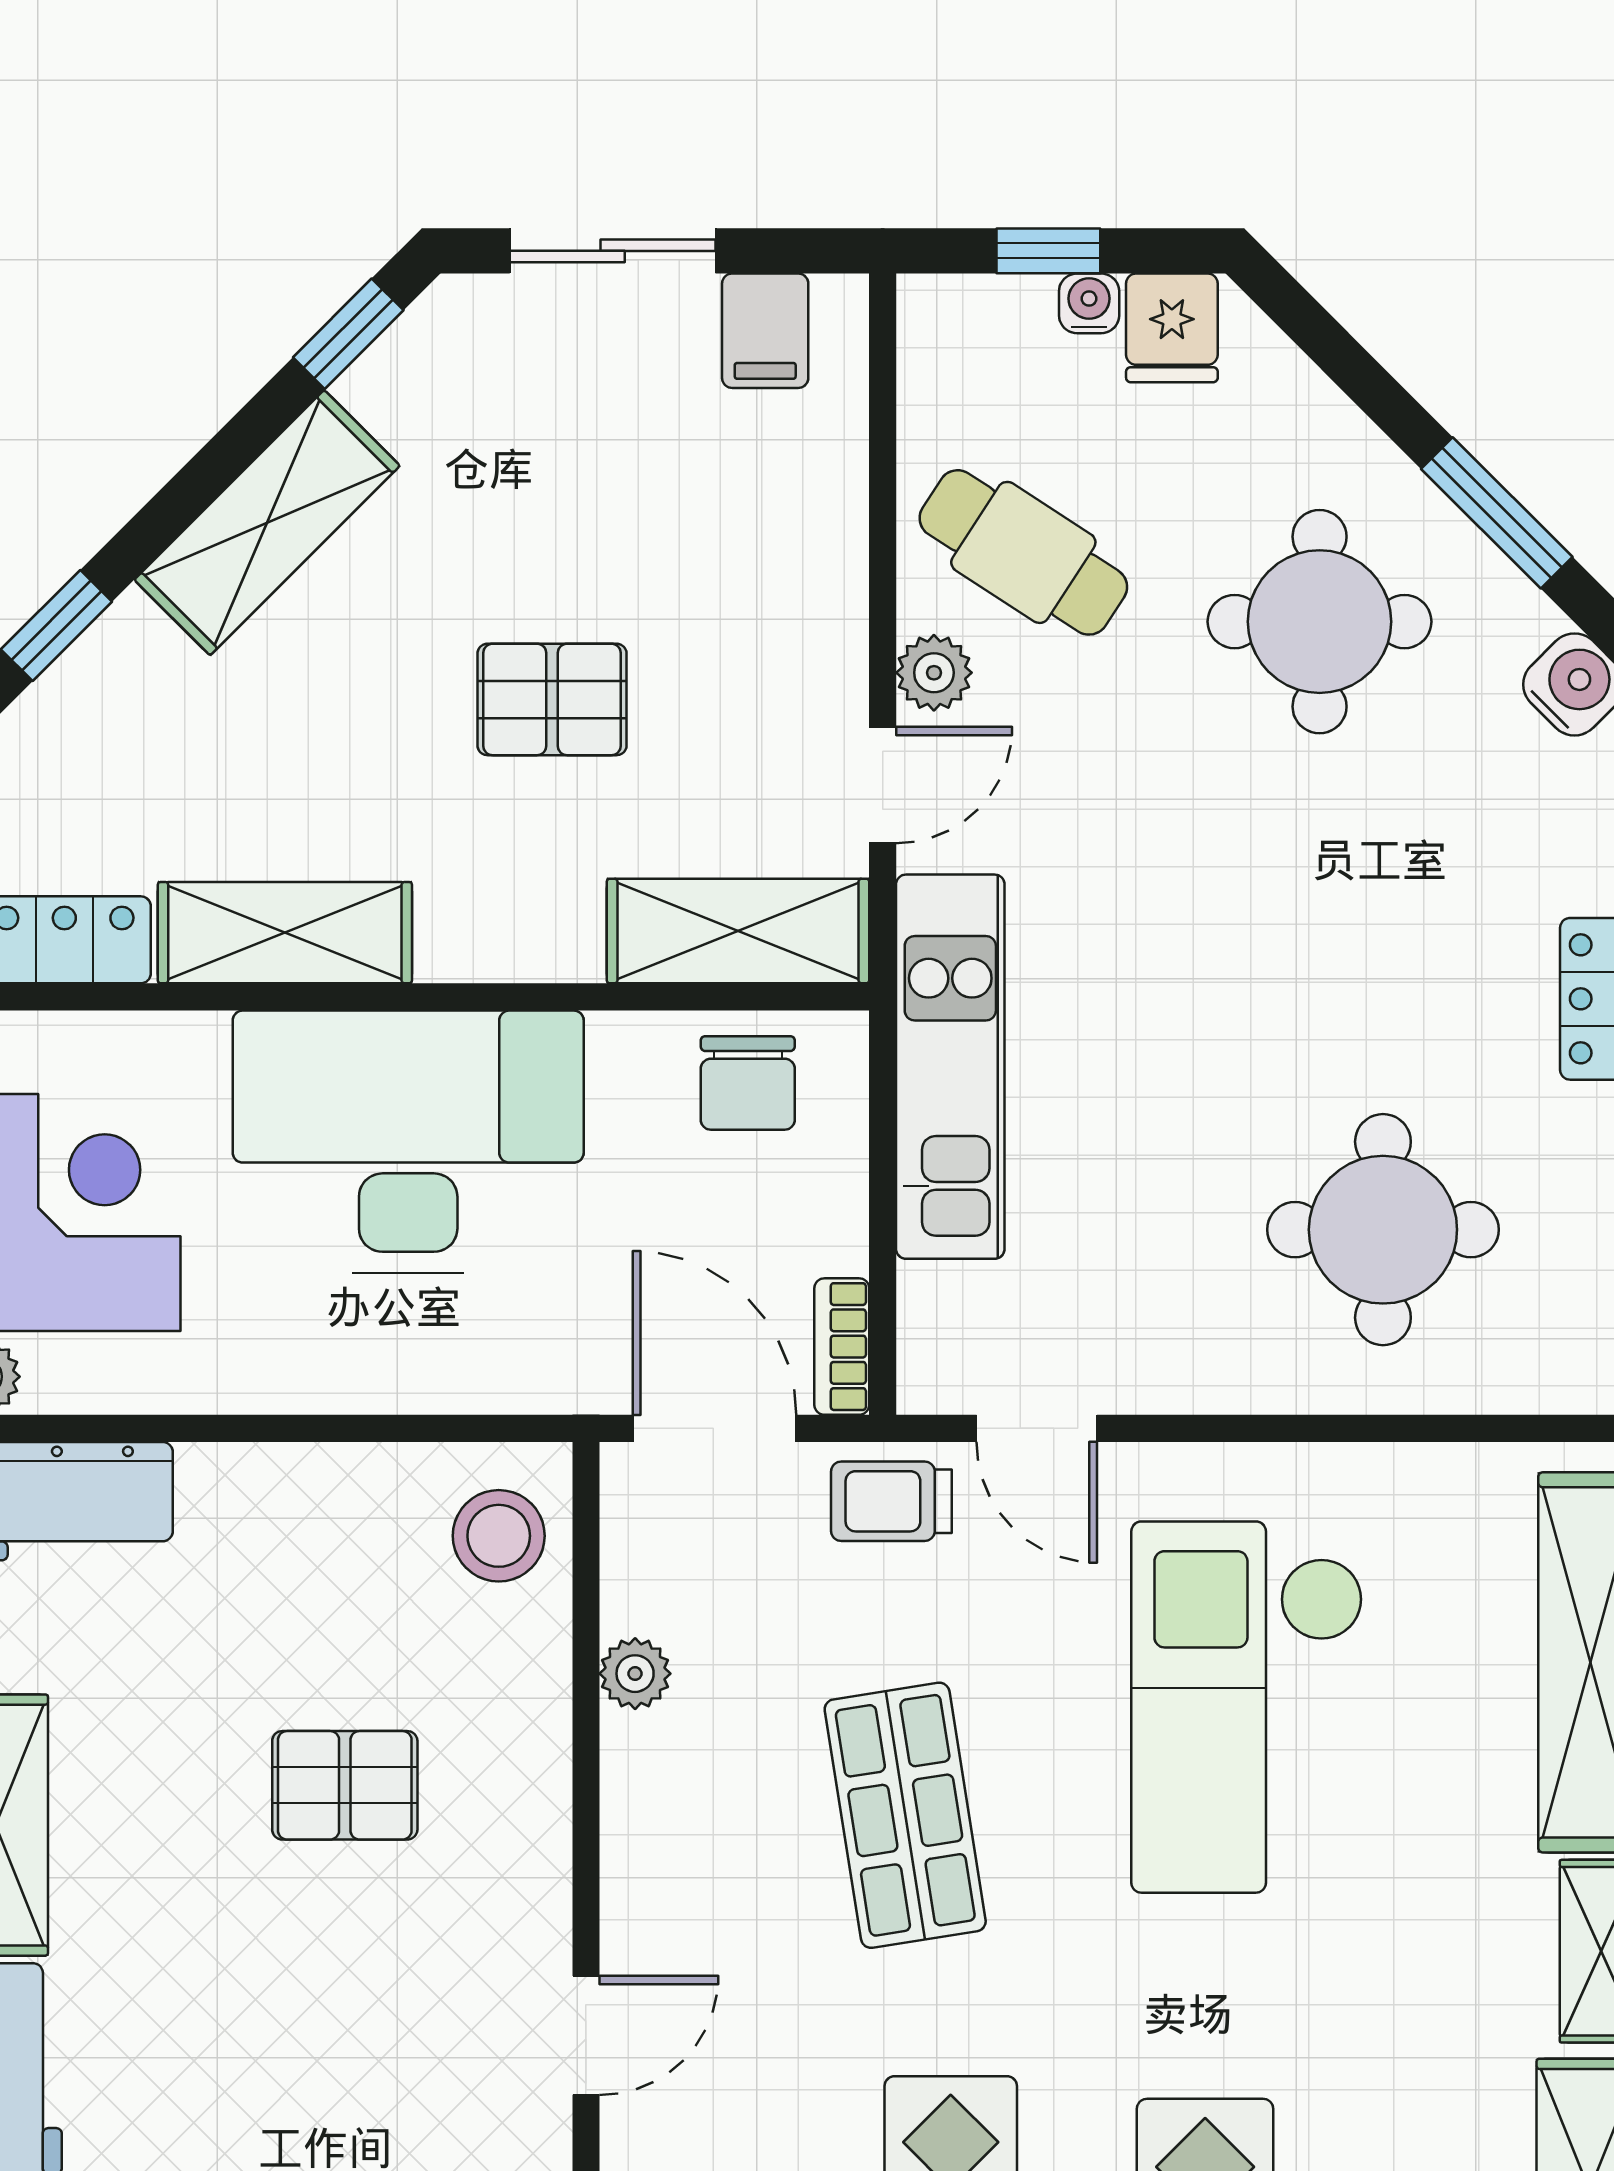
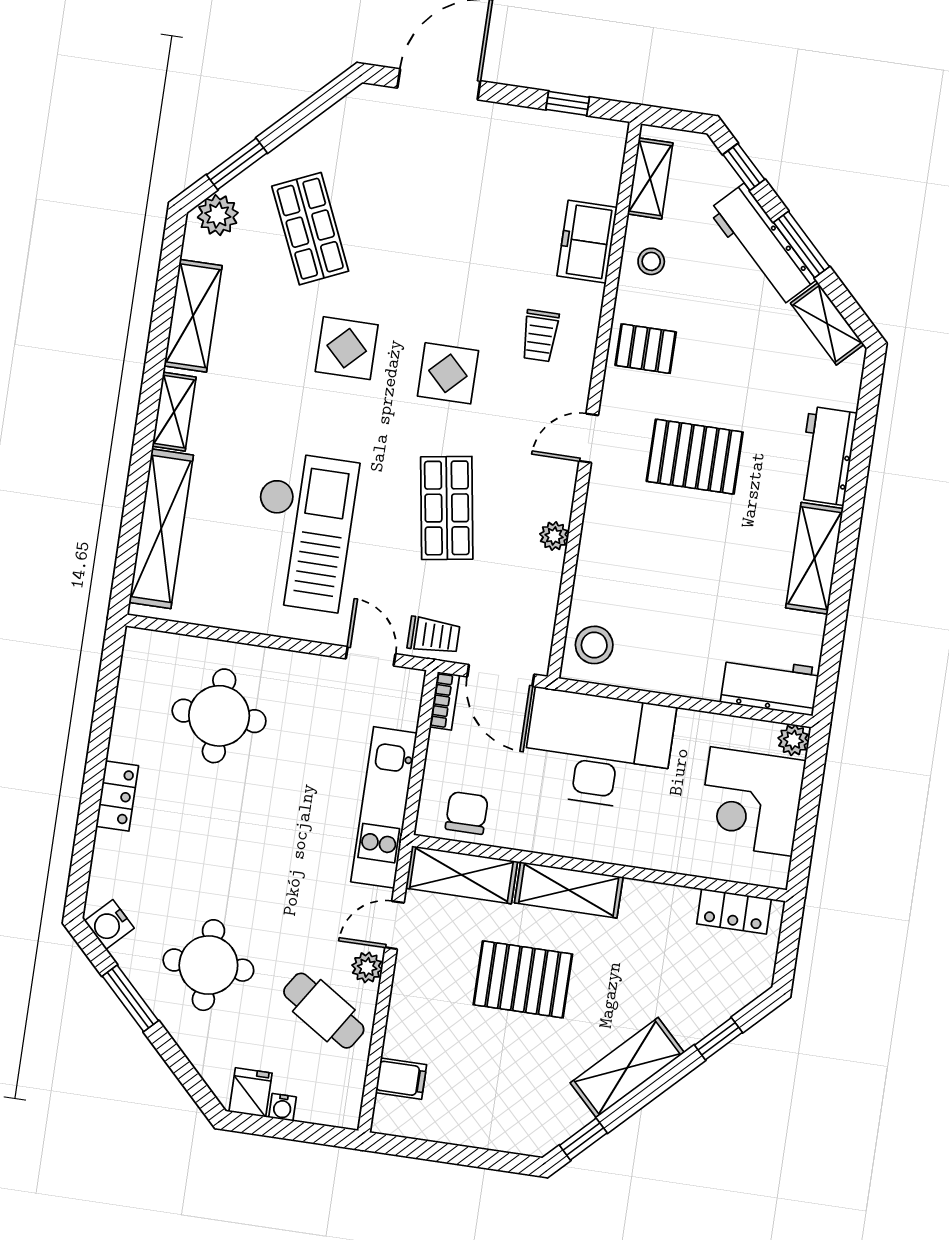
sliding door: (613, 251) -> (472, 1157), removed
window: (1048, 251) -> (296, 1131), removed
filing cabinet: (765, 331) -> (401, 1079), moved, turned 90
pallet: (552, 699) -> (523, 979), width x1.50, depth x1.42
shelving: (285, 933) -> (569, 890), moved
desk: (408, 1142) -> (598, 750), moved, turned 180
plant: (635, 1674) -> (554, 536), moved
pallet: (345, 1785) -> (695, 457), moved, width x1.50, depth x1.42

